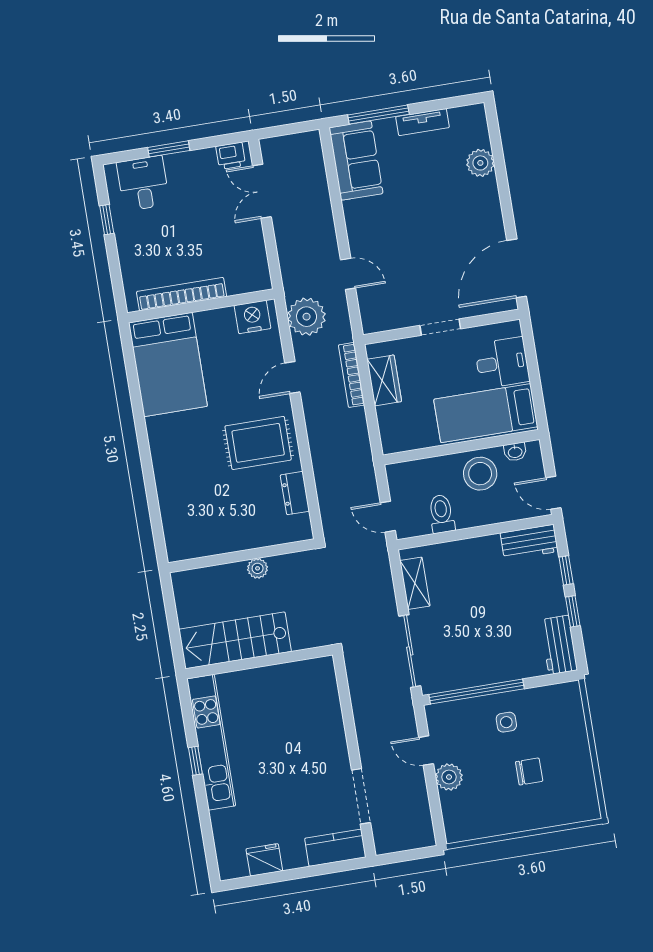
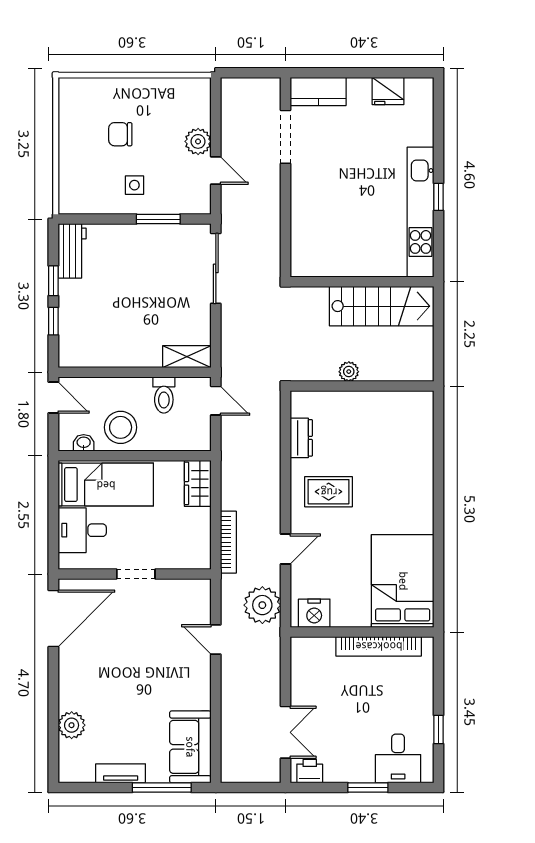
wardrobe: (384, 380) -> (198, 483), moved
rug: (258, 443) -> (329, 492), width x0.73, depth x0.70
workbench: (529, 542) -> (84, 354), removed
shelving: (415, 583) -> (187, 357), moved, turned 90
window: (477, 692) -> (158, 219), width x0.47

